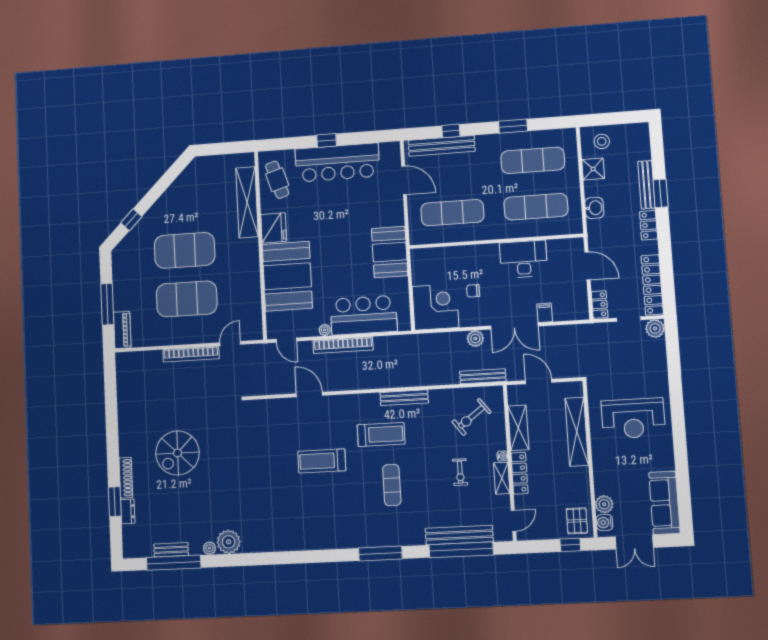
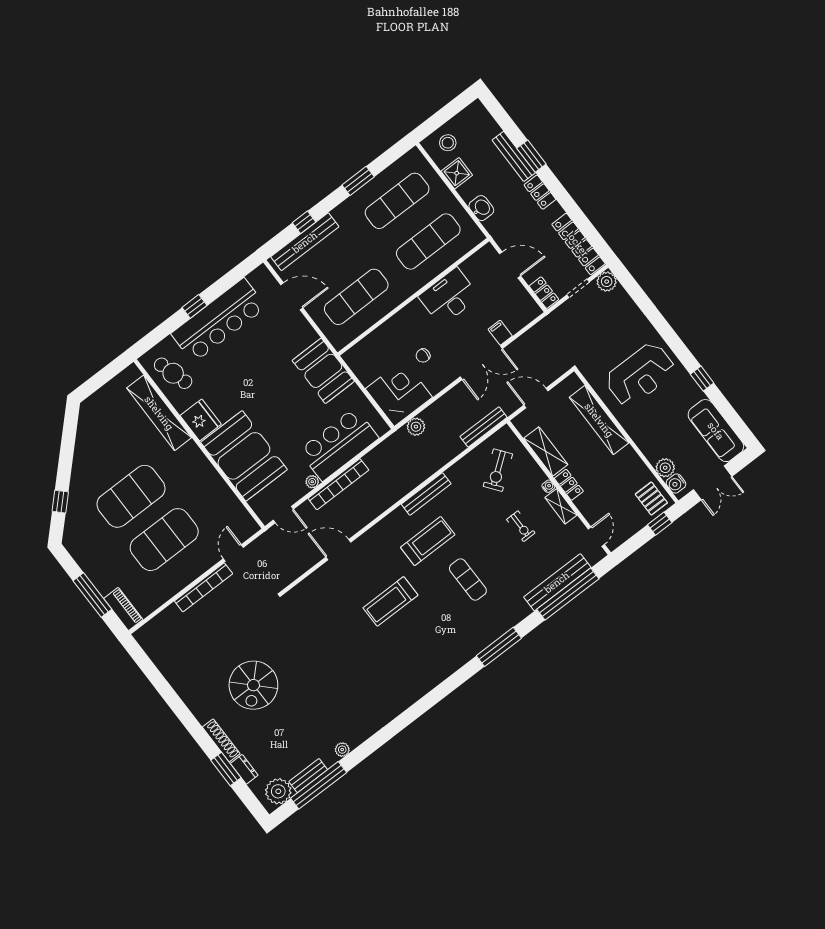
plant: (475, 339) -> (416, 427), moved
window: (681, 454) -> (702, 379), added
locker: (520, 473) -> (569, 485), width x0.66
plant: (229, 542) -> (278, 791), moved

